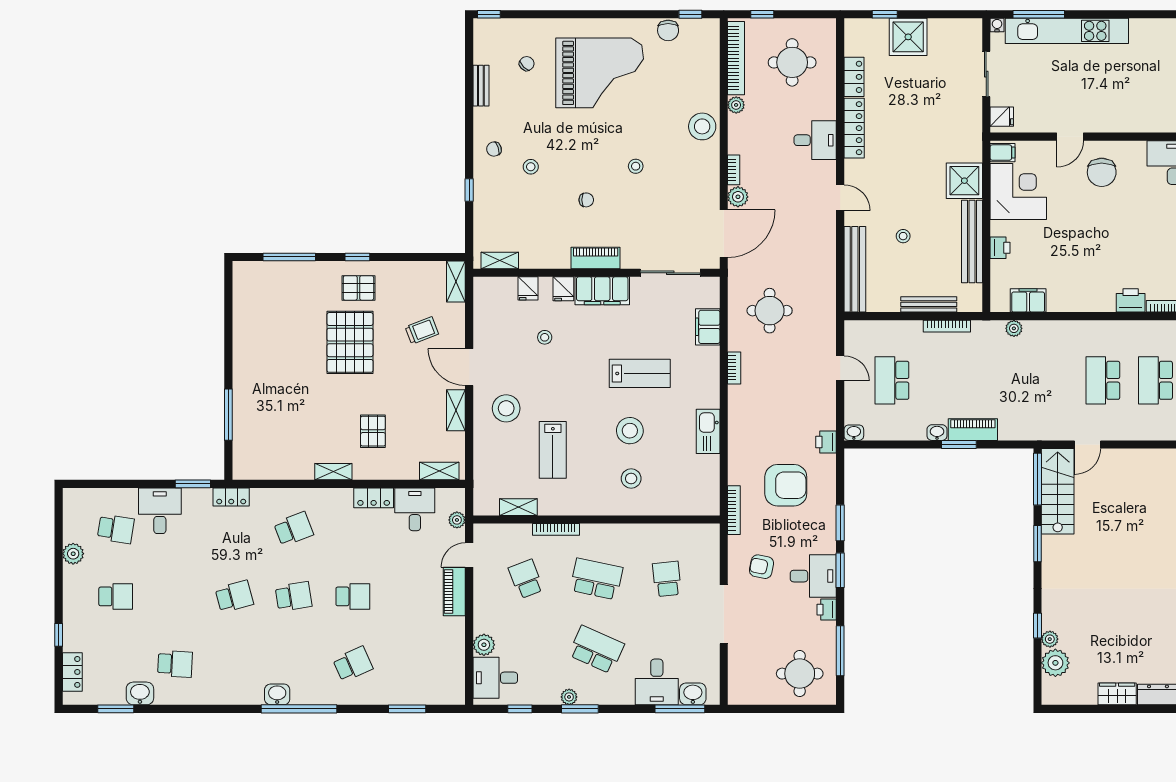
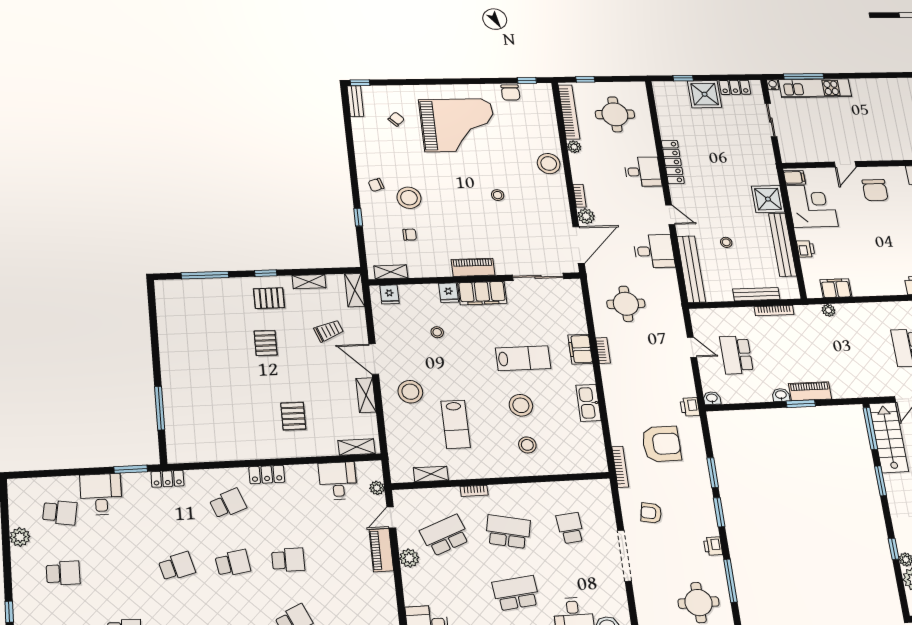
kitchen unit: (1067, 31) -> (815, 88), width x0.73
locker: (854, 77) -> (735, 87), moved, turned 90
bench: (481, 86) -> (355, 101), moved
fridge: (1002, 117) -> (789, 151), removed
stool: (531, 167) -> (409, 198), width x1.89, depth x1.89
chair: (586, 200) -> (410, 235), moved
fridge: (528, 288) -> (389, 294), moved
filing cabinet: (708, 327) -> (580, 349), moved
pallet: (350, 342) -> (266, 343), width x0.49, depth x0.50
shelving: (333, 472) -> (309, 282), moved
locker: (374, 498) -> (267, 474), moved
bookcase: (556, 529) -> (474, 491), width x0.64
desk: (813, 576) -> (654, 251), moved
school desk: (526, 579) -> (445, 535), width x1.85
plant: (484, 645) -> (409, 558), moved
school desk: (596, 649) -> (516, 593), turned -30

